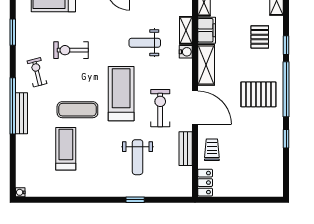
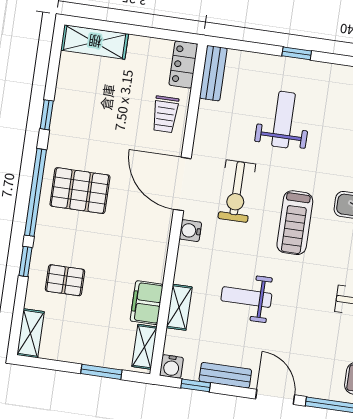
pallet: (260, 37) -> (65, 280), turned 90
weight bench: (145, 43) -> (246, 297), turned 180
water cooler: (186, 52) -> (190, 231), moved
shelving: (206, 65) -> (95, 42), moved, turned 90
treadmill: (121, 94) -> (295, 223), width x0.73, depth x0.73
bench: (186, 149) -> (213, 73), moved

